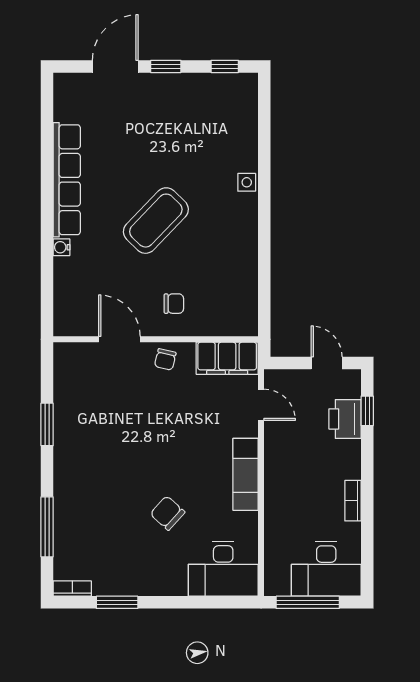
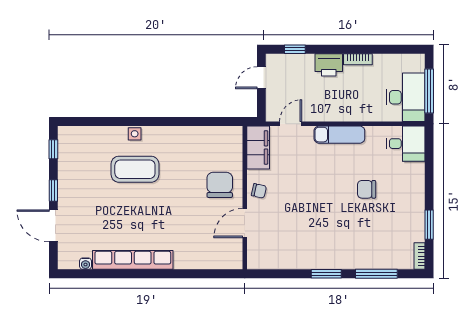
coffee table: (156, 221) -> (135, 169), moved, turned -44
water cooler: (62, 247) -> (86, 264), moved
chair: (174, 304) -> (220, 185), width x1.87, depth x1.87
printer: (345, 419) -> (329, 65), moved
window: (47, 424) -> (326, 274), moved
chair: (167, 513) -> (367, 189), turned 48
desk: (223, 569) -> (406, 144), width x0.73
desk: (326, 569) -> (406, 97), moved

